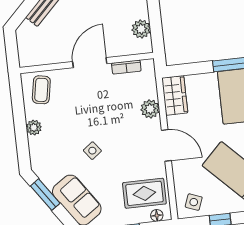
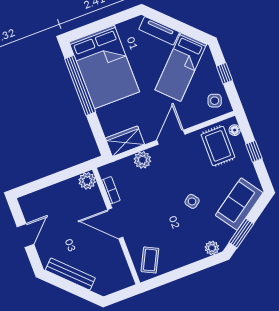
plant: (141, 29) -> (87, 181), moved
coffee table: (41, 90) -> (150, 260), turned -73
plant: (34, 128) -> (212, 248), moved

